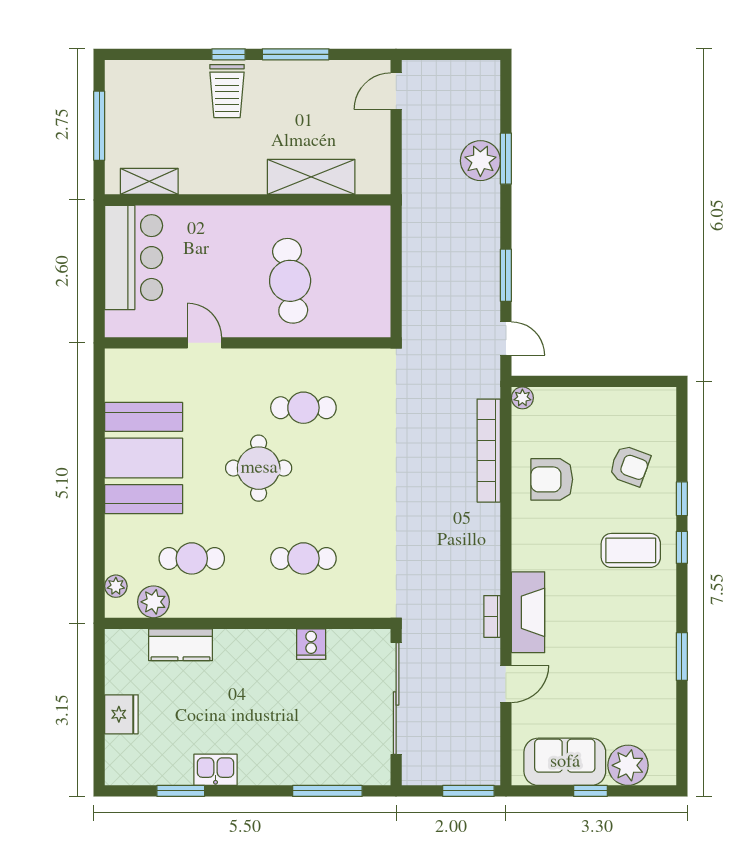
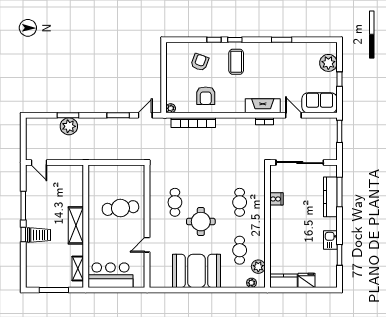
shelving: (311, 177) -> (76, 225), moved
kitchen counter: (181, 645) -> (284, 281), moved, turned -90
sofa: (565, 762) -> (320, 103), moved, turned 90
kitchen counter: (316, 770) -> (330, 197), added

